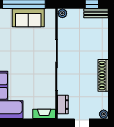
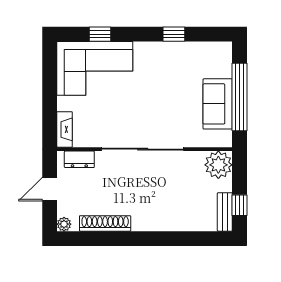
plant: (62, 13) -> (218, 165), width x1.88, depth x1.88
shoe rack: (103, 75) -> (105, 223), moved

